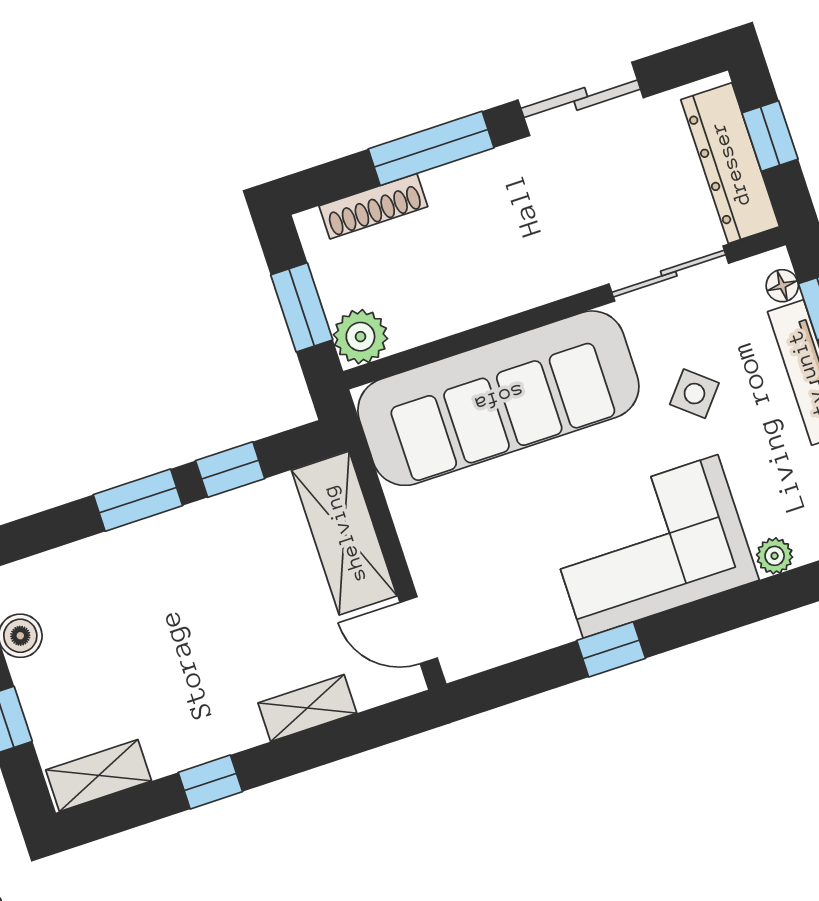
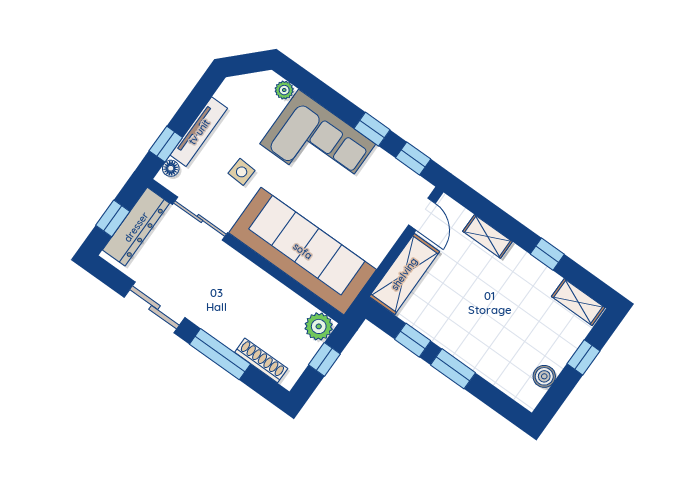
window: (302, 307) -> (324, 359), width x0.67
side table: (694, 394) -> (242, 172), turned -37
window: (517, 681) -> (413, 158), added

